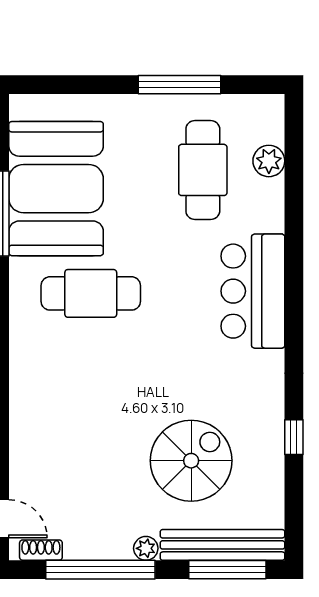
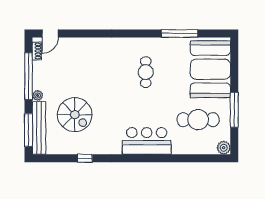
plant: (269, 161) -> (224, 148), moved
booth: (56, 189) -> (210, 69), moved, turned 90
cafe table: (91, 293) -> (146, 72), width x0.73, depth x0.74

